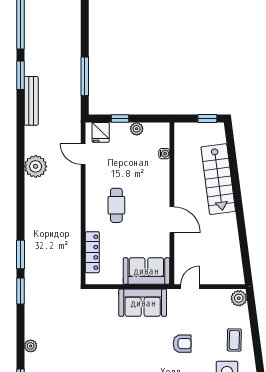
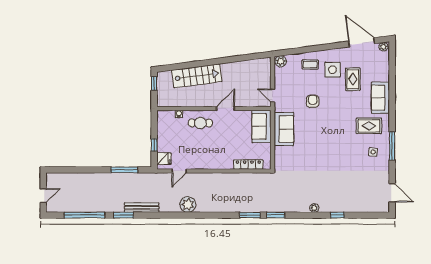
plant: (137, 129) -> (161, 133), removed
cafe table: (116, 205) -> (200, 123), moved

